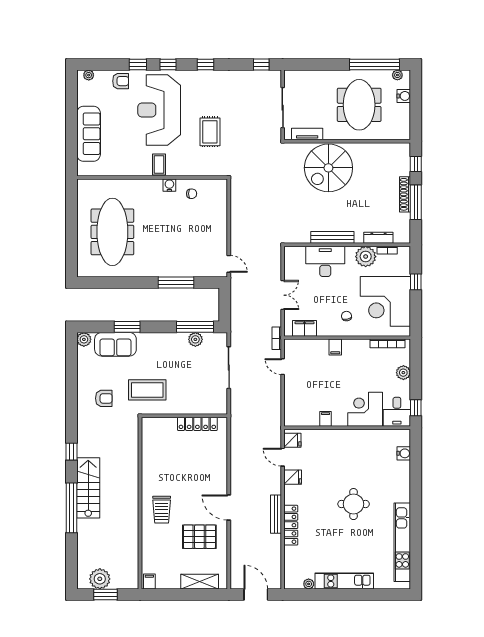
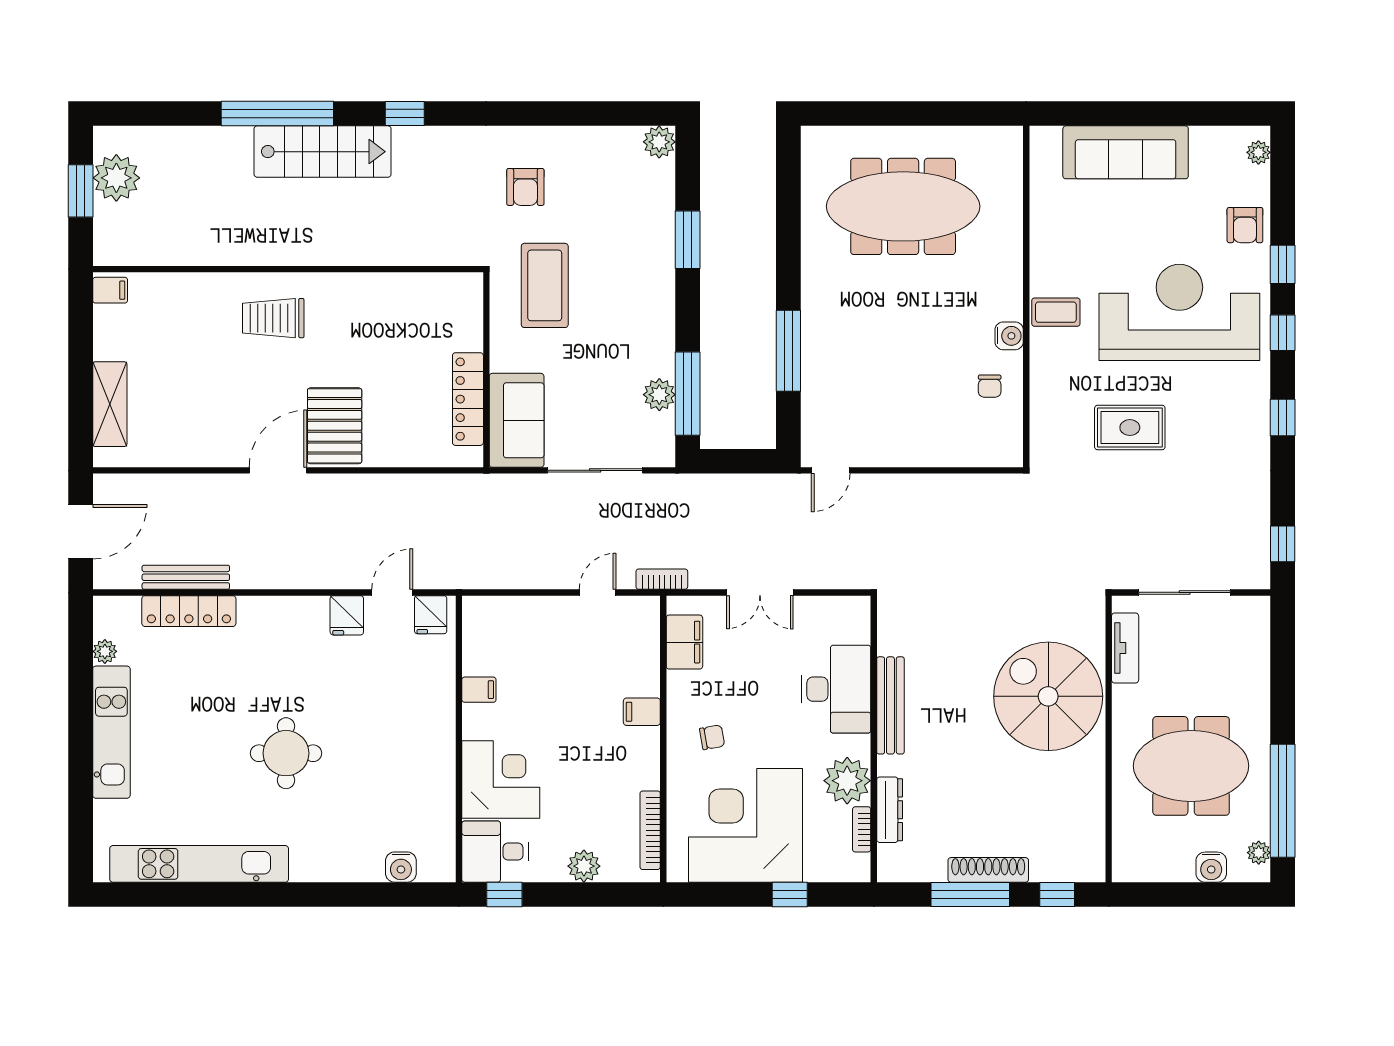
sofa: (115, 344) -> (517, 420), moved, turned 180
bench: (276, 514) -> (186, 577), moved
locker: (291, 525) -> (189, 611), moved
pallet: (199, 537) -> (335, 426), moved

